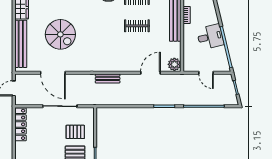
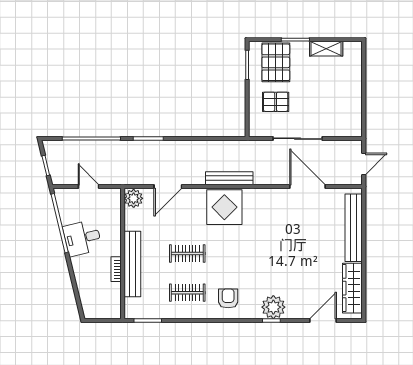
spiral stairs: (60, 34) -> (297, 241), removed
display table: (111, 58) -> (224, 207), added
bench: (108, 78) -> (229, 178), width x1.36
locker: (20, 124) -> (354, 112), removed

